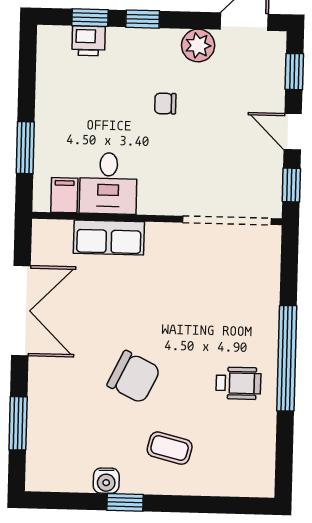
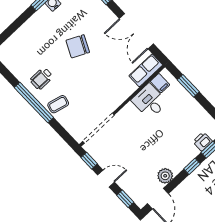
chair: (165, 104) -> (157, 146), removed
row of seats: (109, 237) -> (146, 70), moved
coffee table: (170, 448) -> (58, 104), moved

